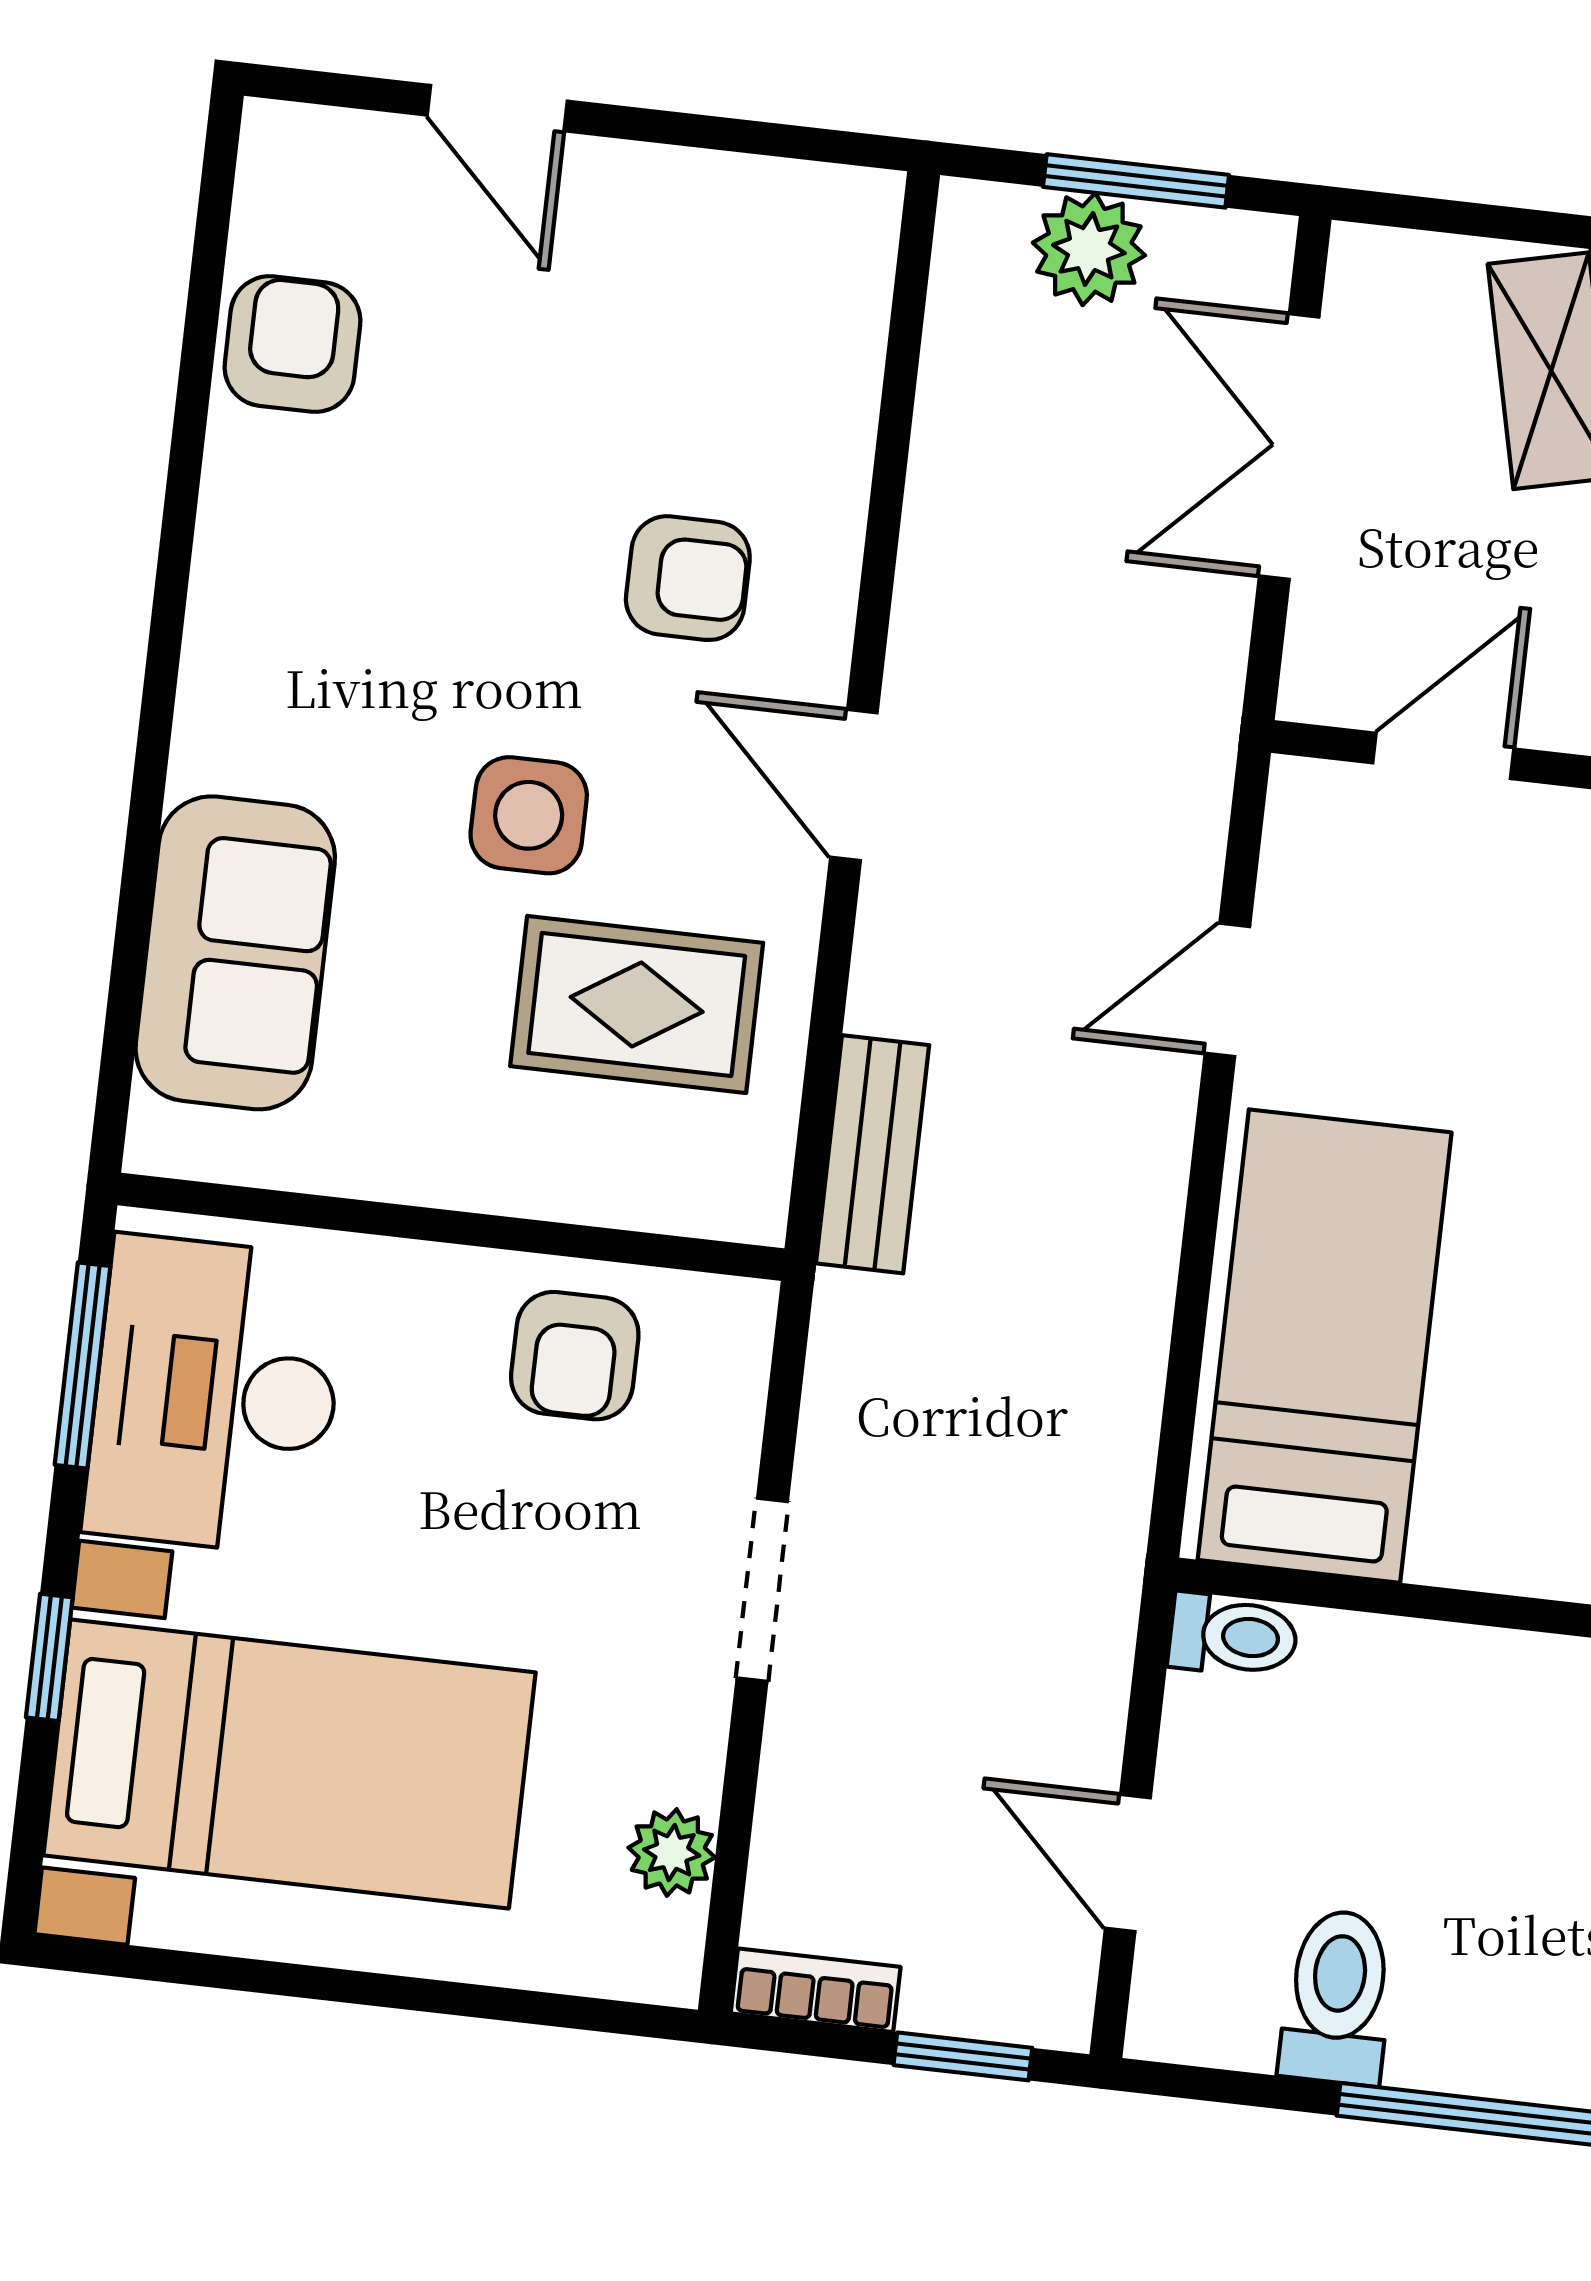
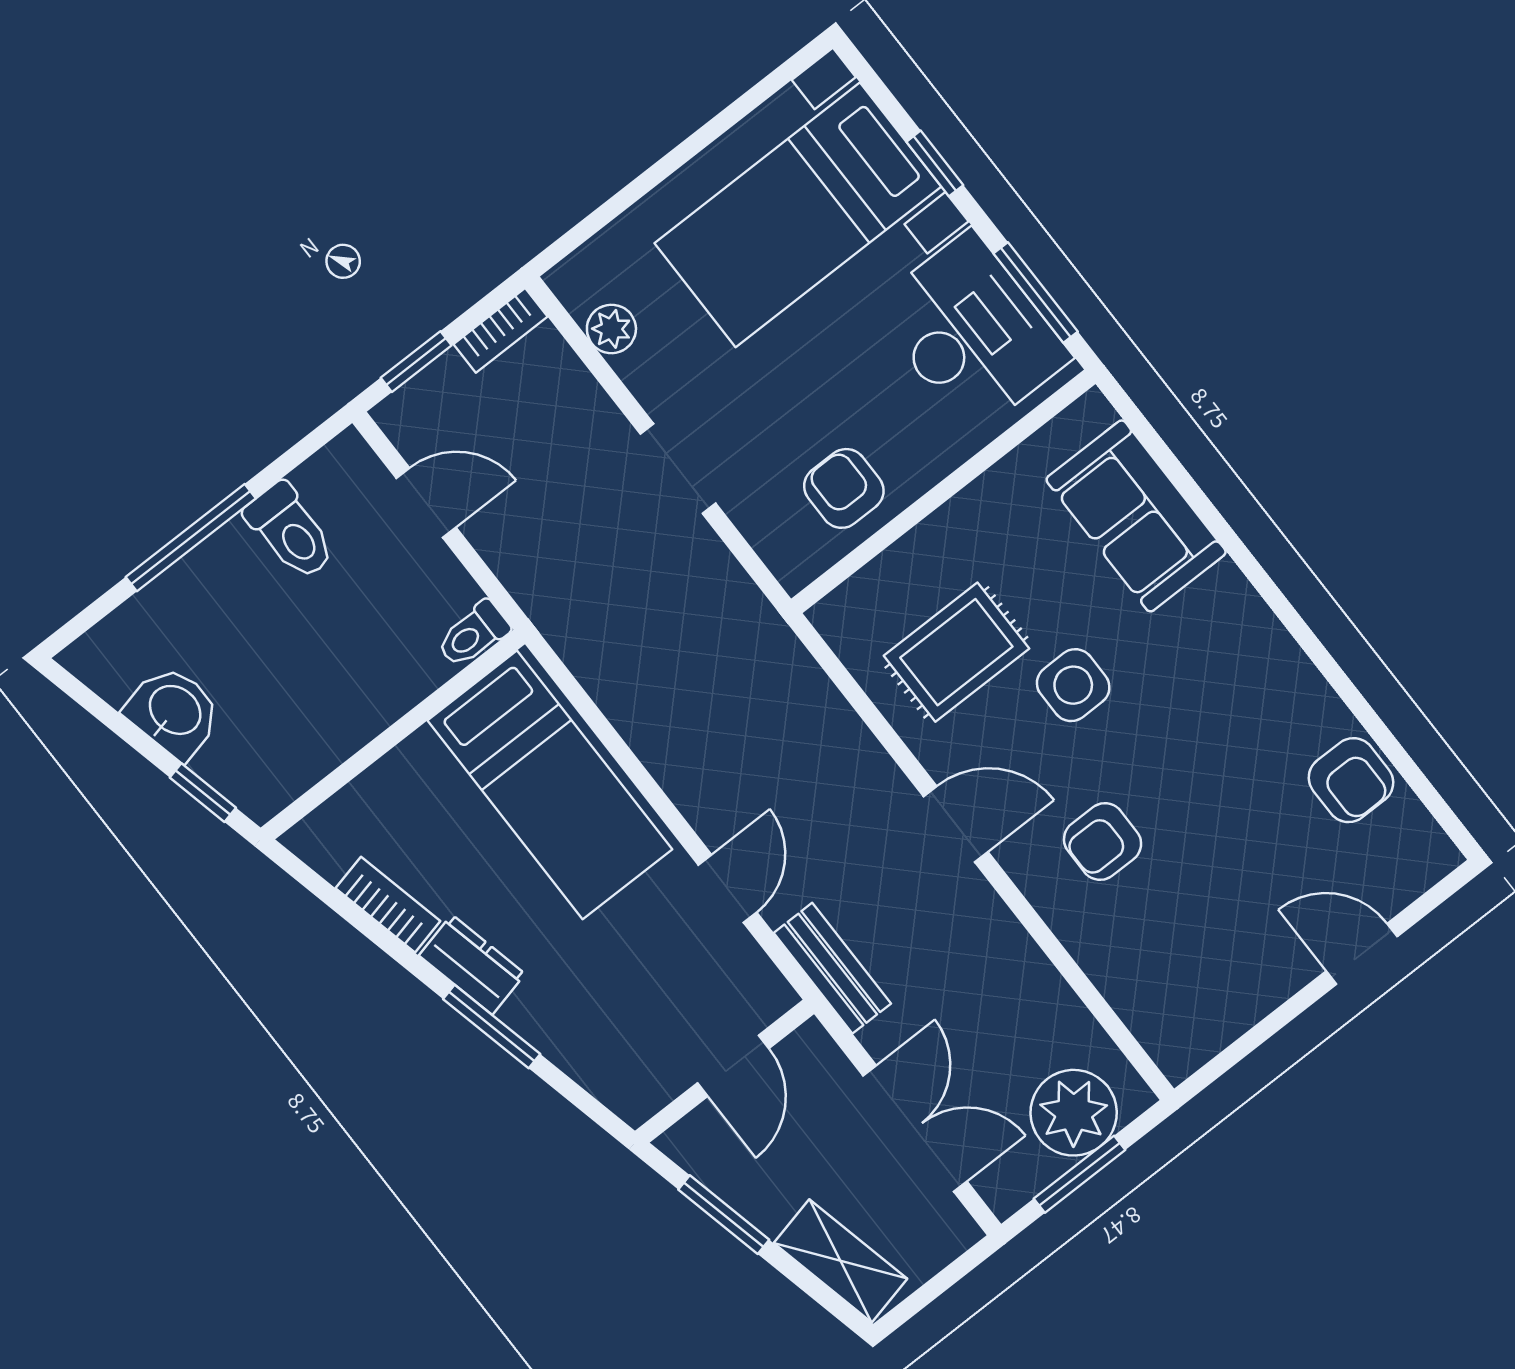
plant: (1089, 249) -> (1074, 1113), width x1.36, depth x1.36
bench: (873, 1154) -> (832, 968), moved

